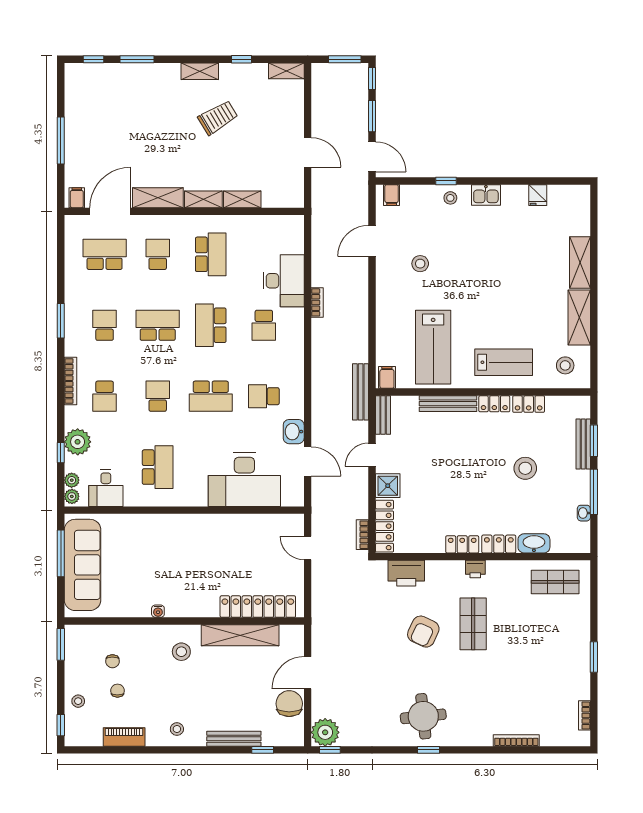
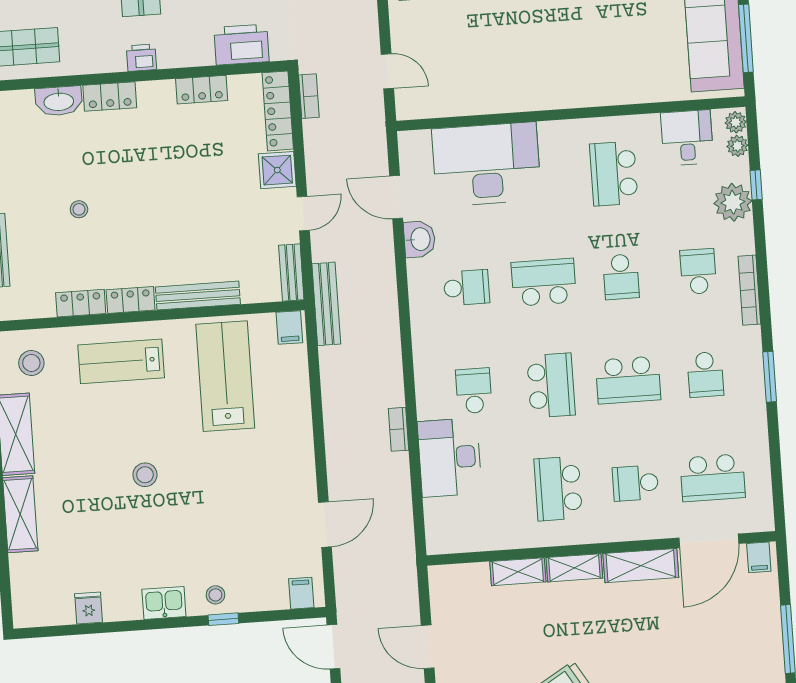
school desk: (158, 254) -> (635, 483), turned 90
stool: (420, 264) -> (145, 475), moved
stool: (525, 468) -> (79, 209), width x0.53, depth x0.53
locker: (462, 544) -> (202, 90), moved

